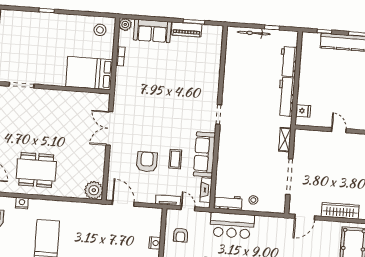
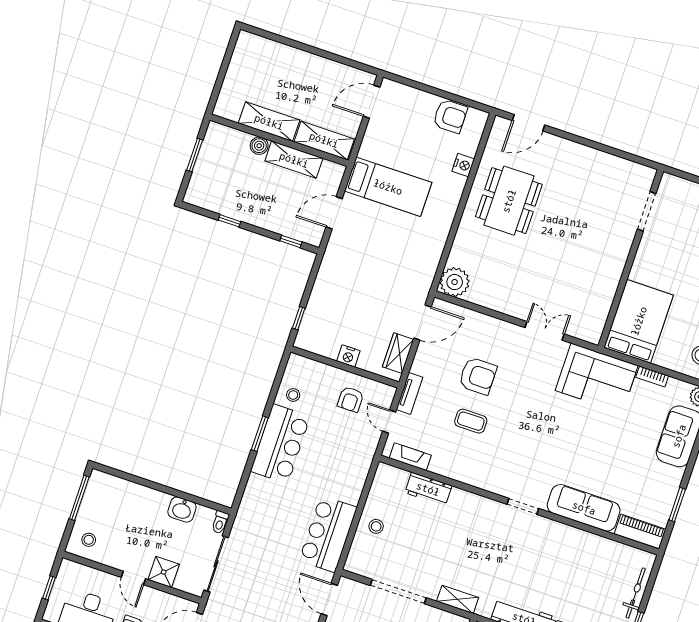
piano: (187, 29) -> (640, 532), moved, turned 90
corner sofa: (130, 90) -> (597, 378), added
double door: (109, 128) -> (545, 331), width x0.73
sofa: (204, 155) -> (584, 508), moved
workbench: (228, 203) -> (428, 489), moved, turned 90
door: (188, 208) -> (389, 422), swing flipped
wardrobe: (145, 213) -> (398, 353), added
bar counter: (232, 225) -> (328, 534), moved
armchair: (181, 235) -> (350, 399), turned -90

